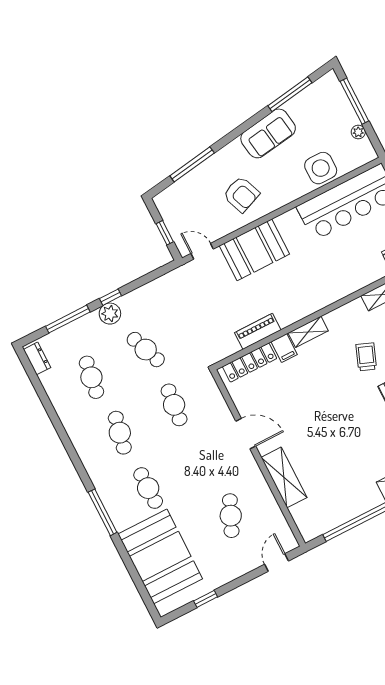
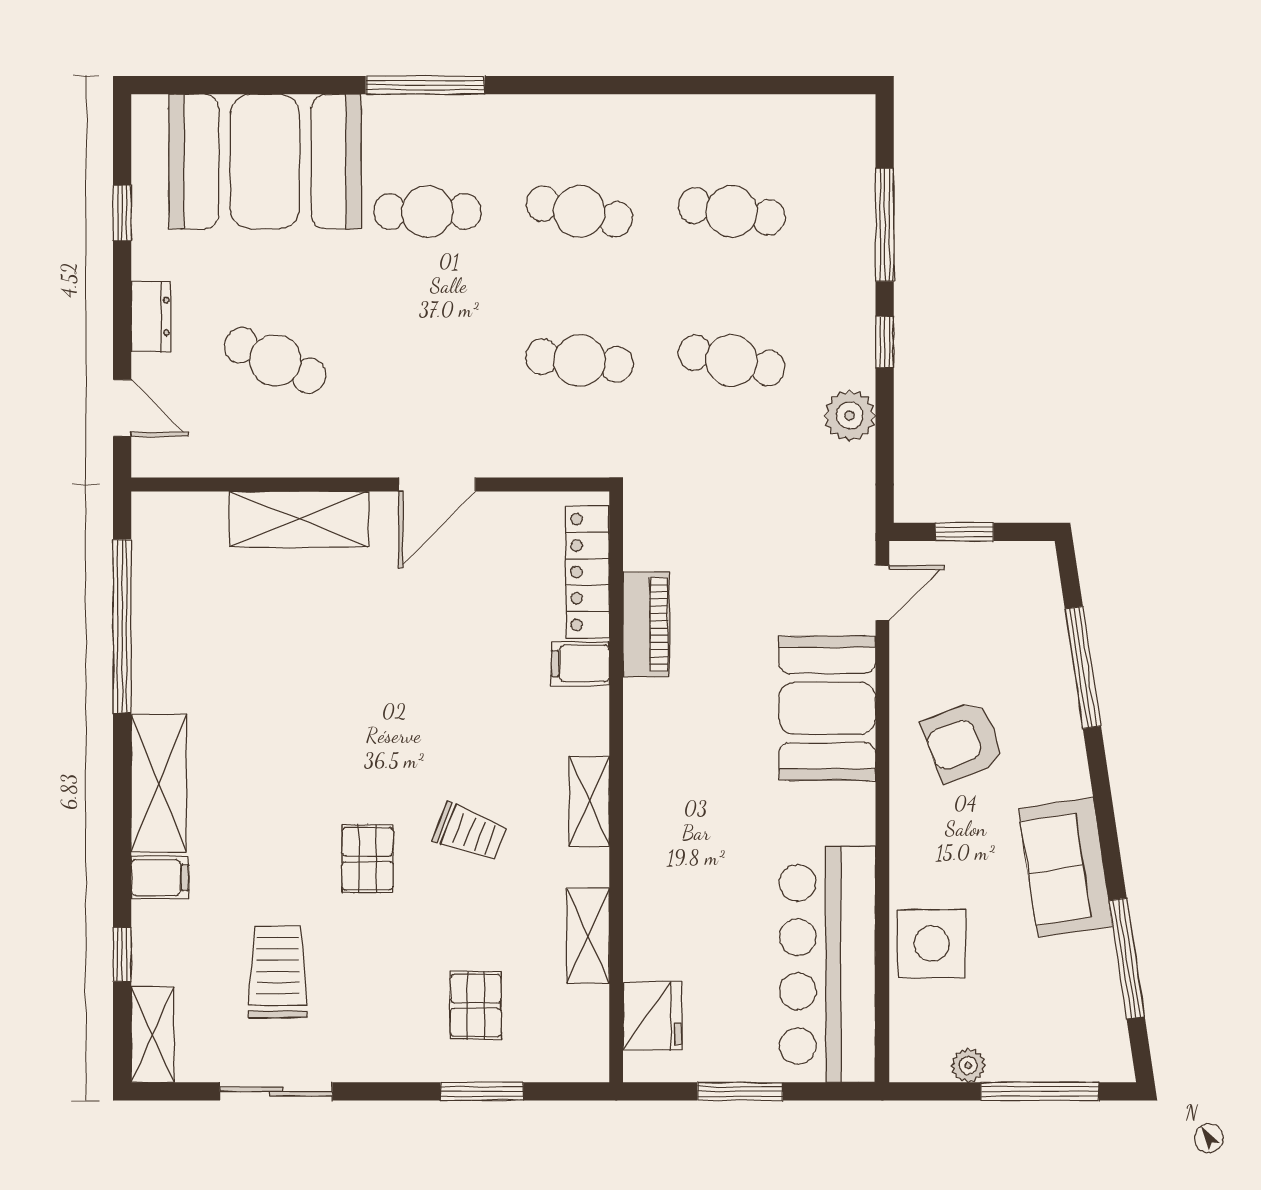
plant: (110, 314) -> (850, 416), moved
shelving: (308, 332) -> (589, 802), moved
cafe table: (146, 350) -> (732, 360), turned 33
dresser: (37, 358) -> (151, 316), moved, turned -90

